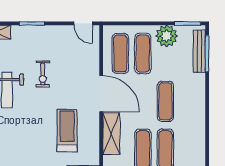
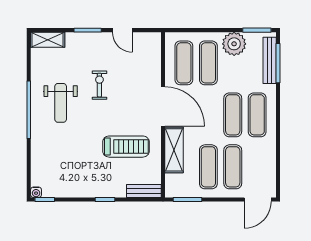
door: (83, 23) -> (122, 30), moved
exercise bike: (43, 74) -> (99, 85), turned 180
exercise mat: (188, 101) -> (257, 115), added
treadmill: (67, 130) -> (126, 147), turned 90

